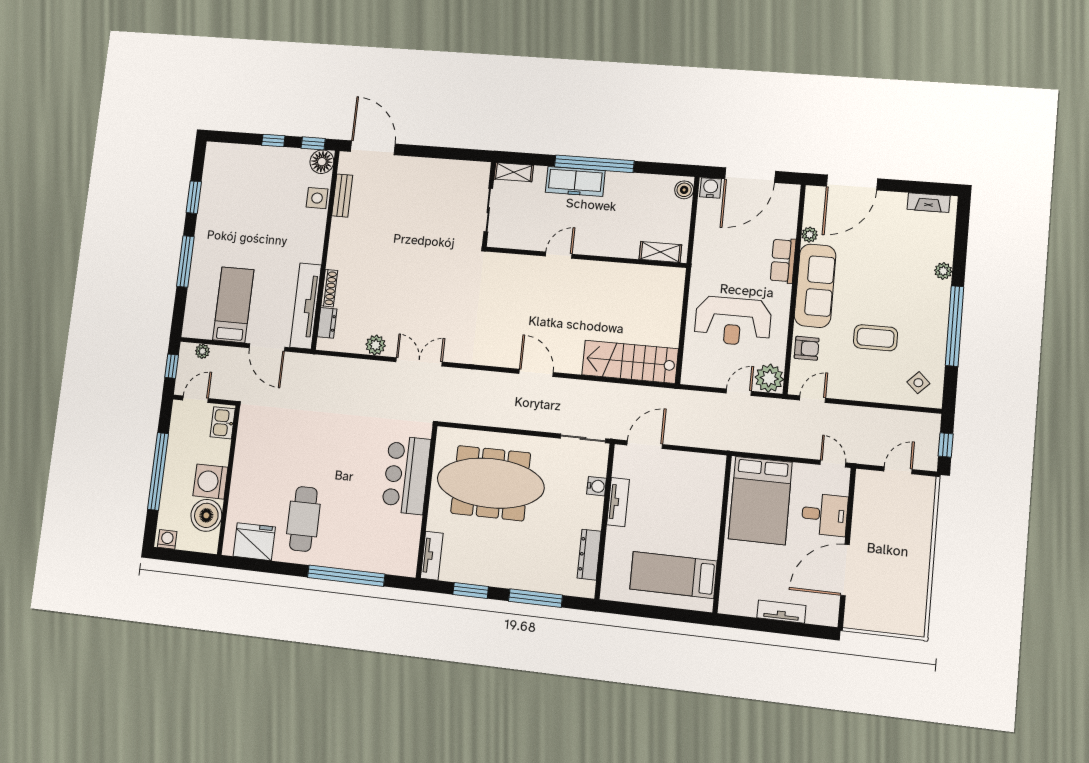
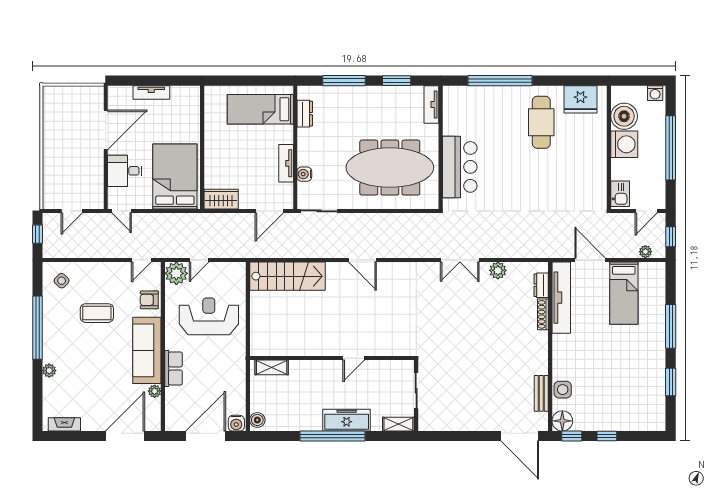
wardrobe: (704, 466) -> (221, 199), added
dresser: (589, 555) -> (305, 114), width x0.70
bed: (673, 575) -> (260, 109), moved, turned 180

